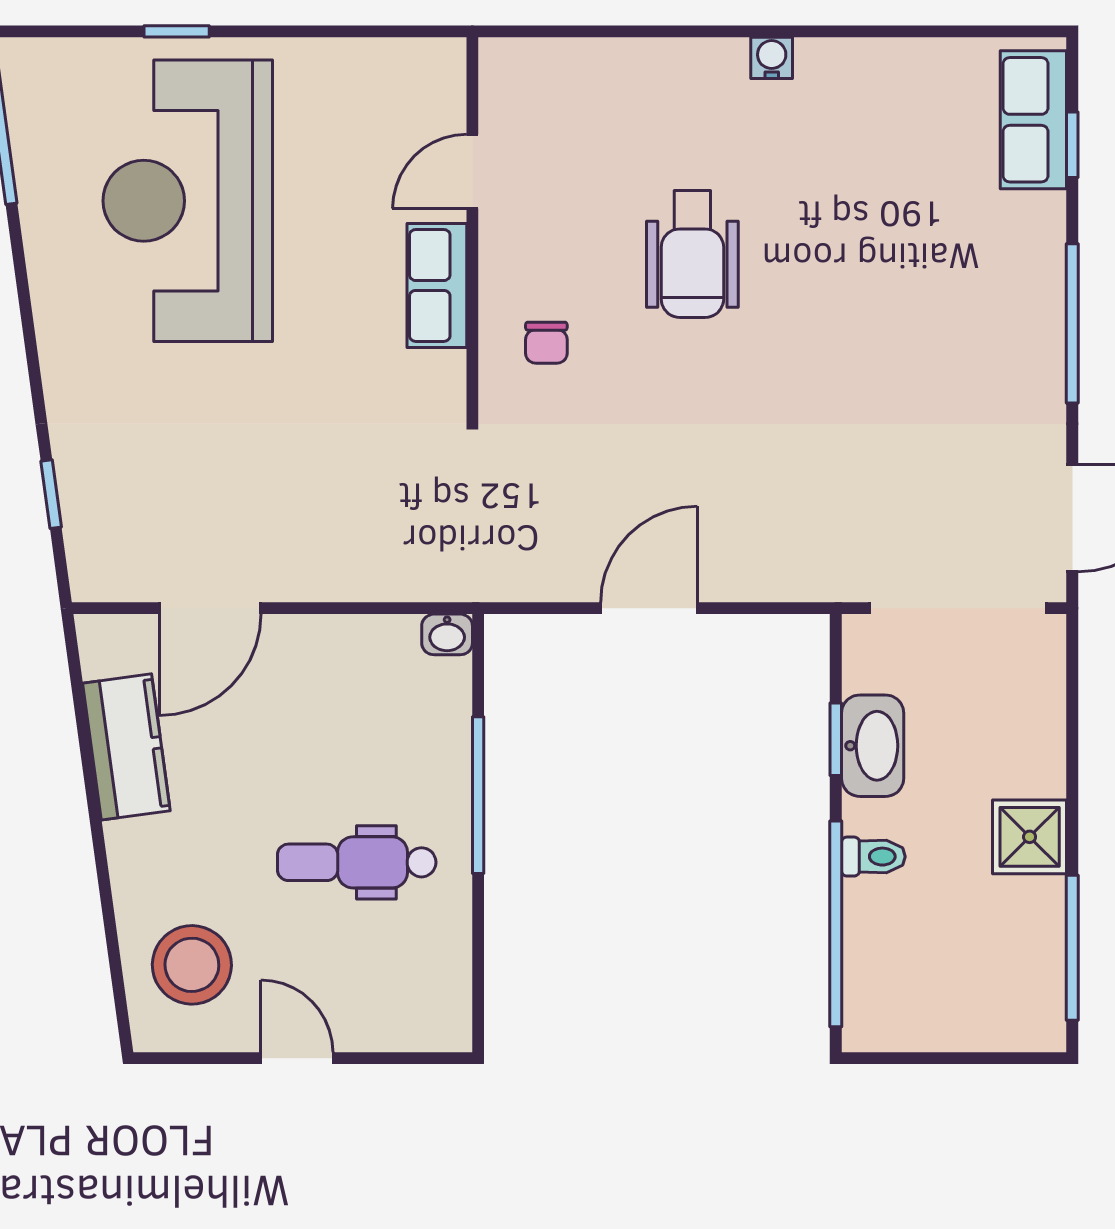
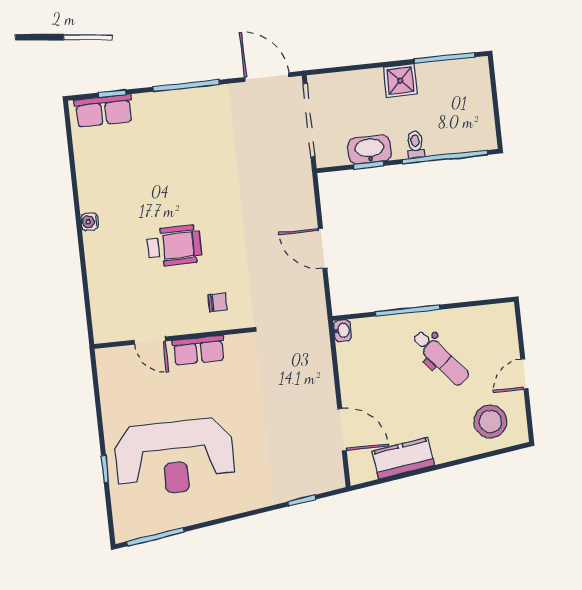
dental chair: (357, 862) -> (441, 358), turned -40

